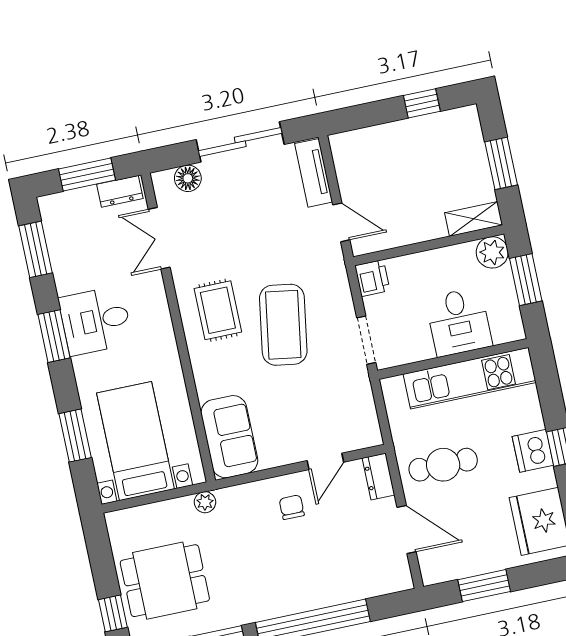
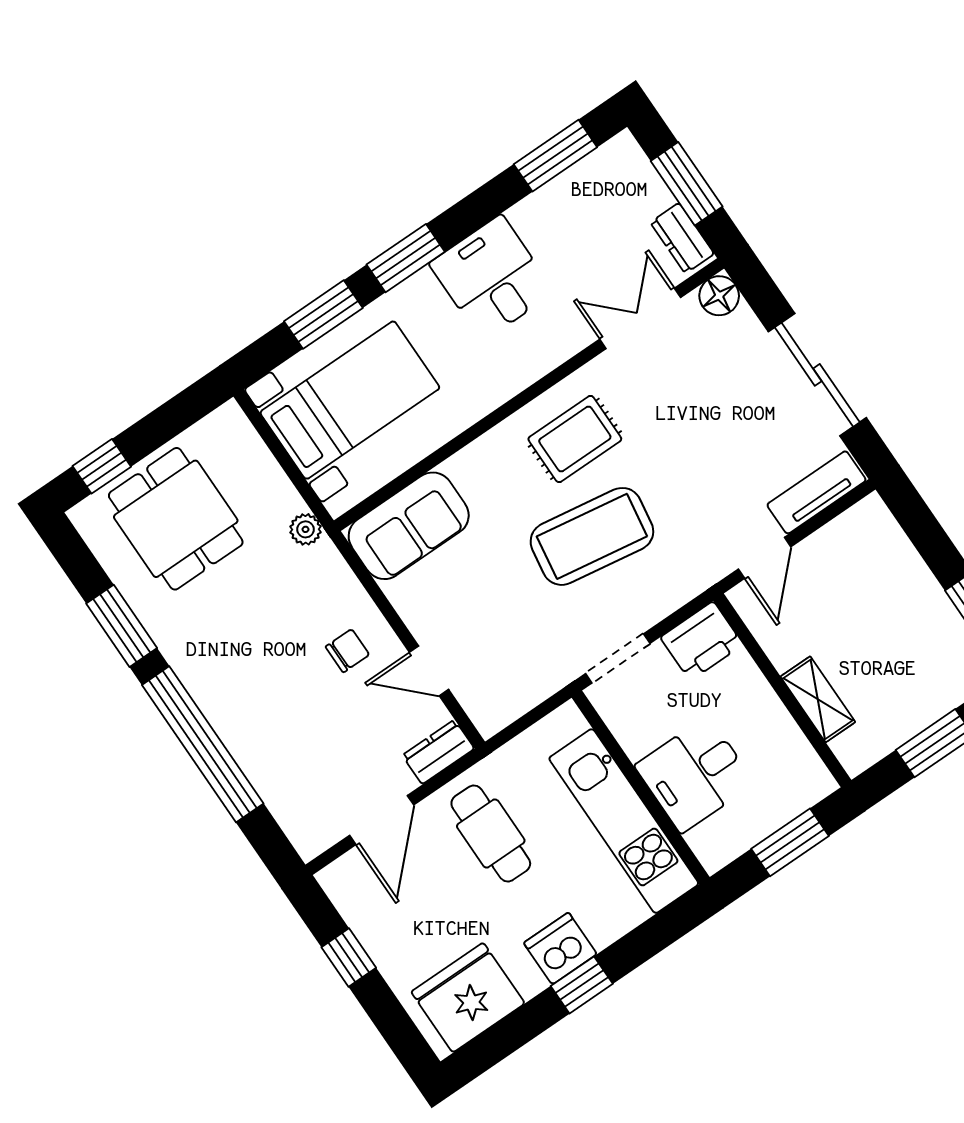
floor lamp: (188, 178) -> (719, 296), moved
shelving: (474, 219) -> (818, 699), moved
plant: (492, 252) -> (808, 781), removed
printer: (372, 278) -> (702, 641), width x1.36, depth x1.24
window: (54, 336) -> (406, 258), moved
window: (484, 586) -> (349, 958), width x0.67

